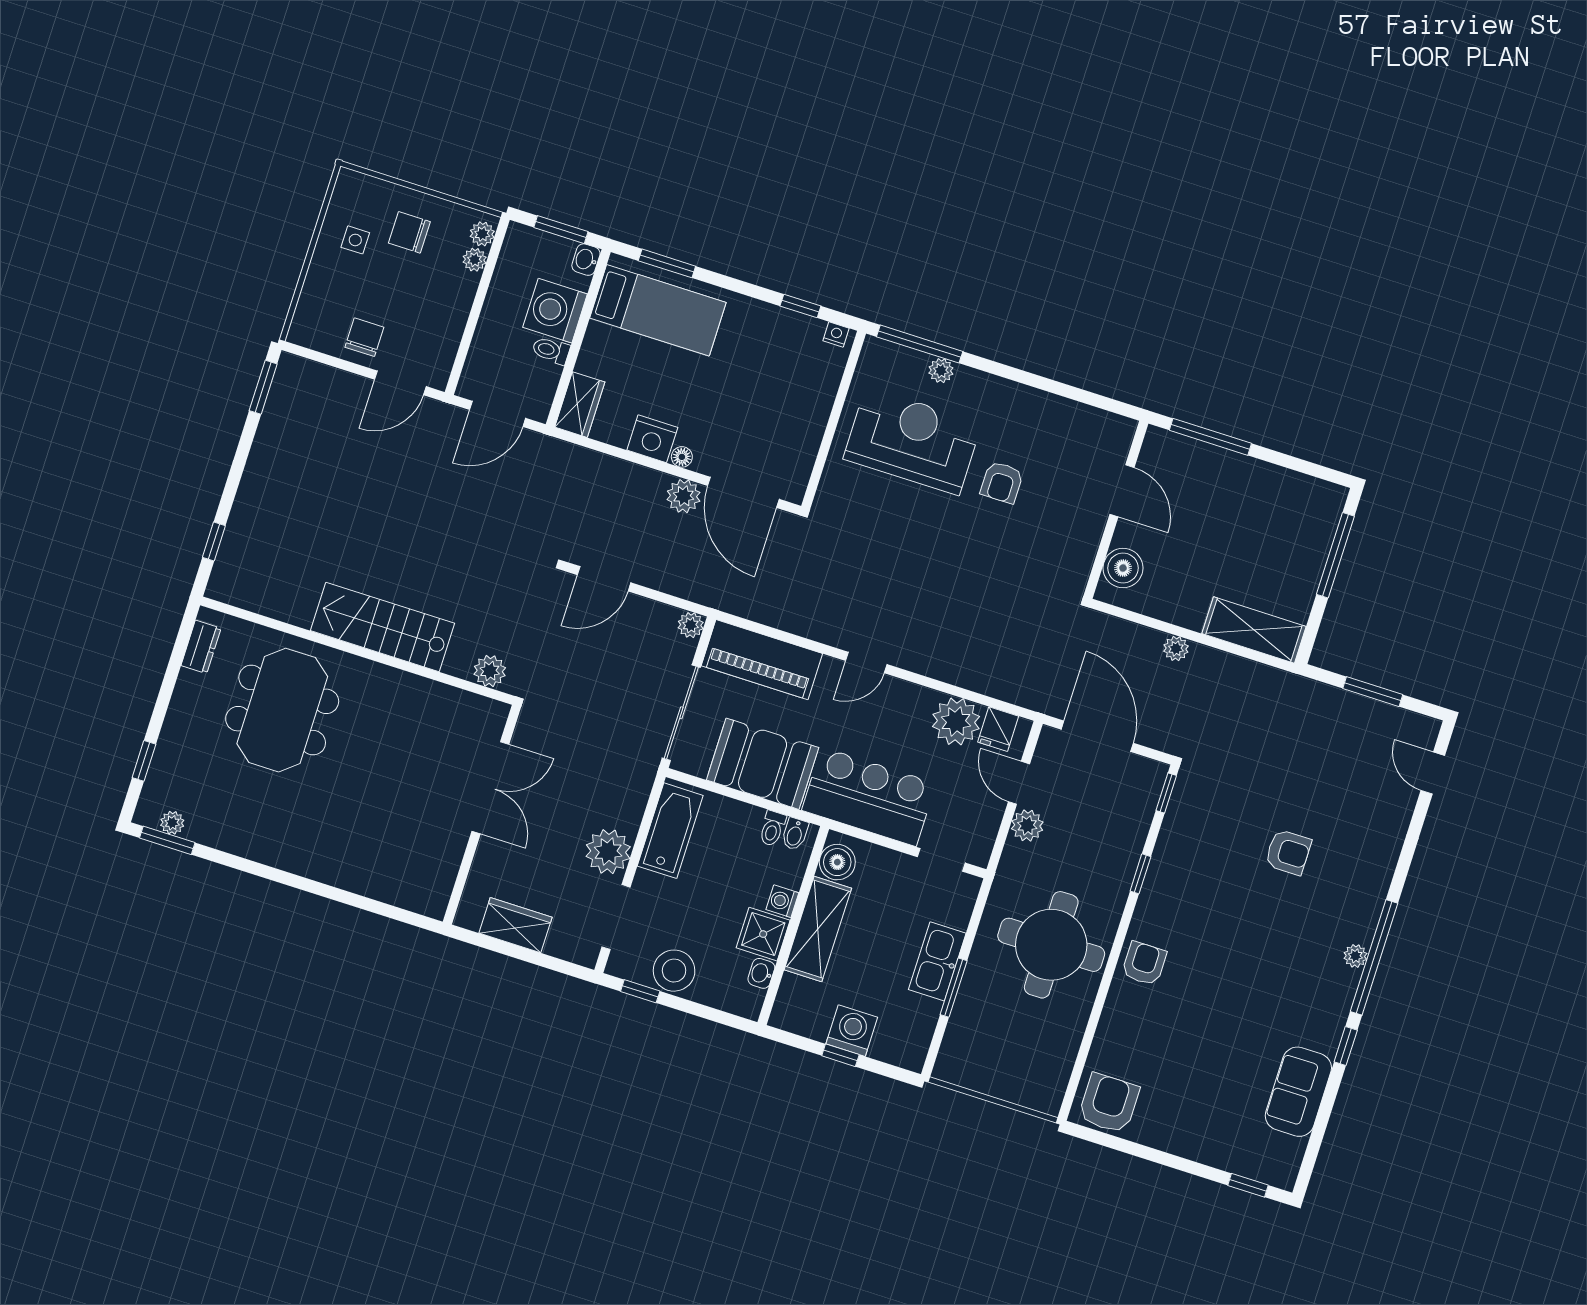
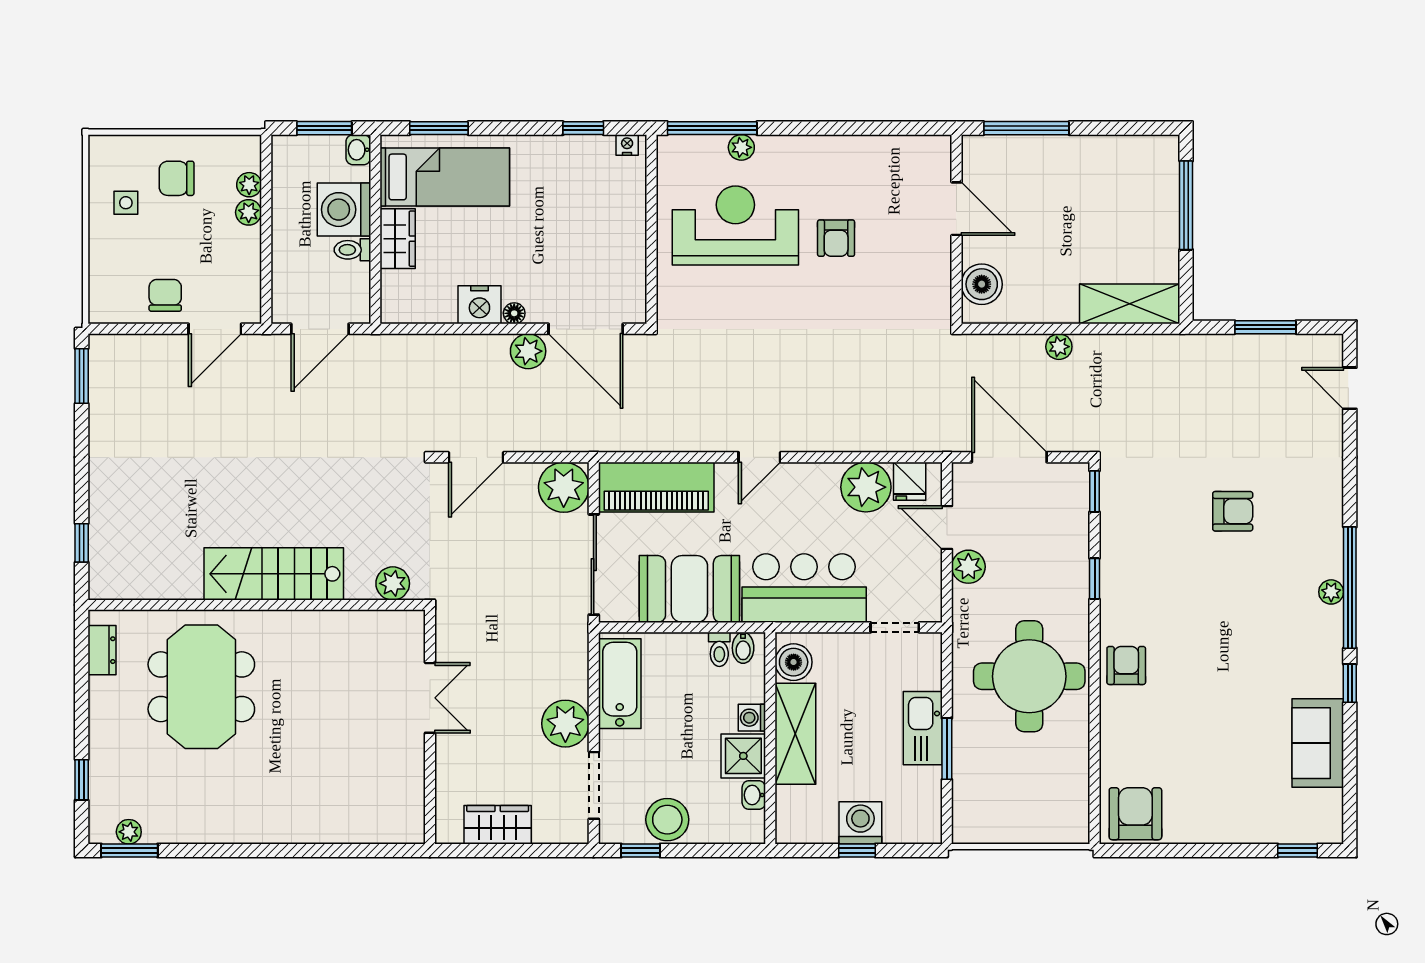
plant: (482, 234) -> (249, 212), moved
wardrobe: (580, 405) -> (398, 239), moved
plant: (691, 625) -> (564, 487), width x1.88, depth x1.88
double door: (490, 788) -> (430, 698), width x0.73

